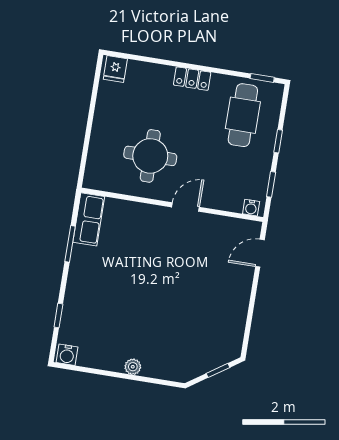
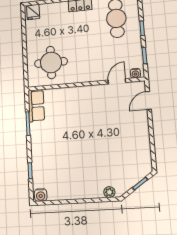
round table: (150, 156) -> (51, 62), moved
door: (186, 207) -> (117, 81), moved
plant: (133, 367) -> (109, 192), moved

